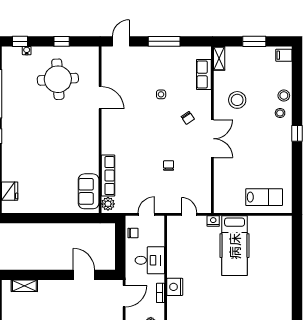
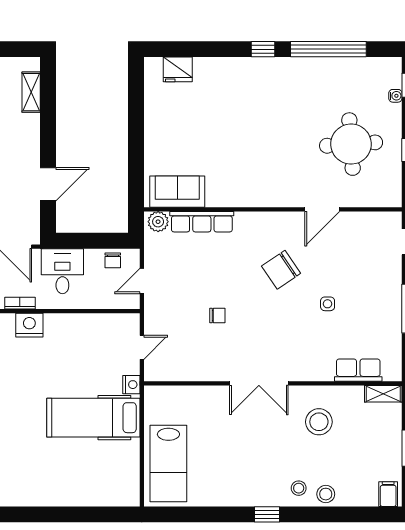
chair: (188, 118) -> (281, 270), moved, width x1.87, depth x1.87
lab bench: (264, 197) -> (168, 463), width x1.36, depth x1.39
door: (146, 214) -> (142, 281), swing flipped
desk: (150, 260) -> (62, 271), moved, turned 180

